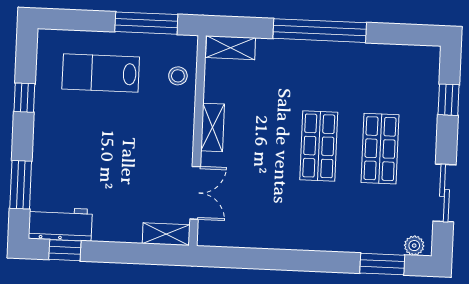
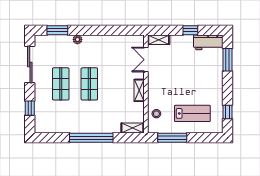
window: (24, 98) -> (227, 112), moved
sliding door: (444, 193) -> (30, 65), width x1.37
plant: (414, 246) -> (77, 39), moved
window: (65, 250) -> (190, 30), moved

